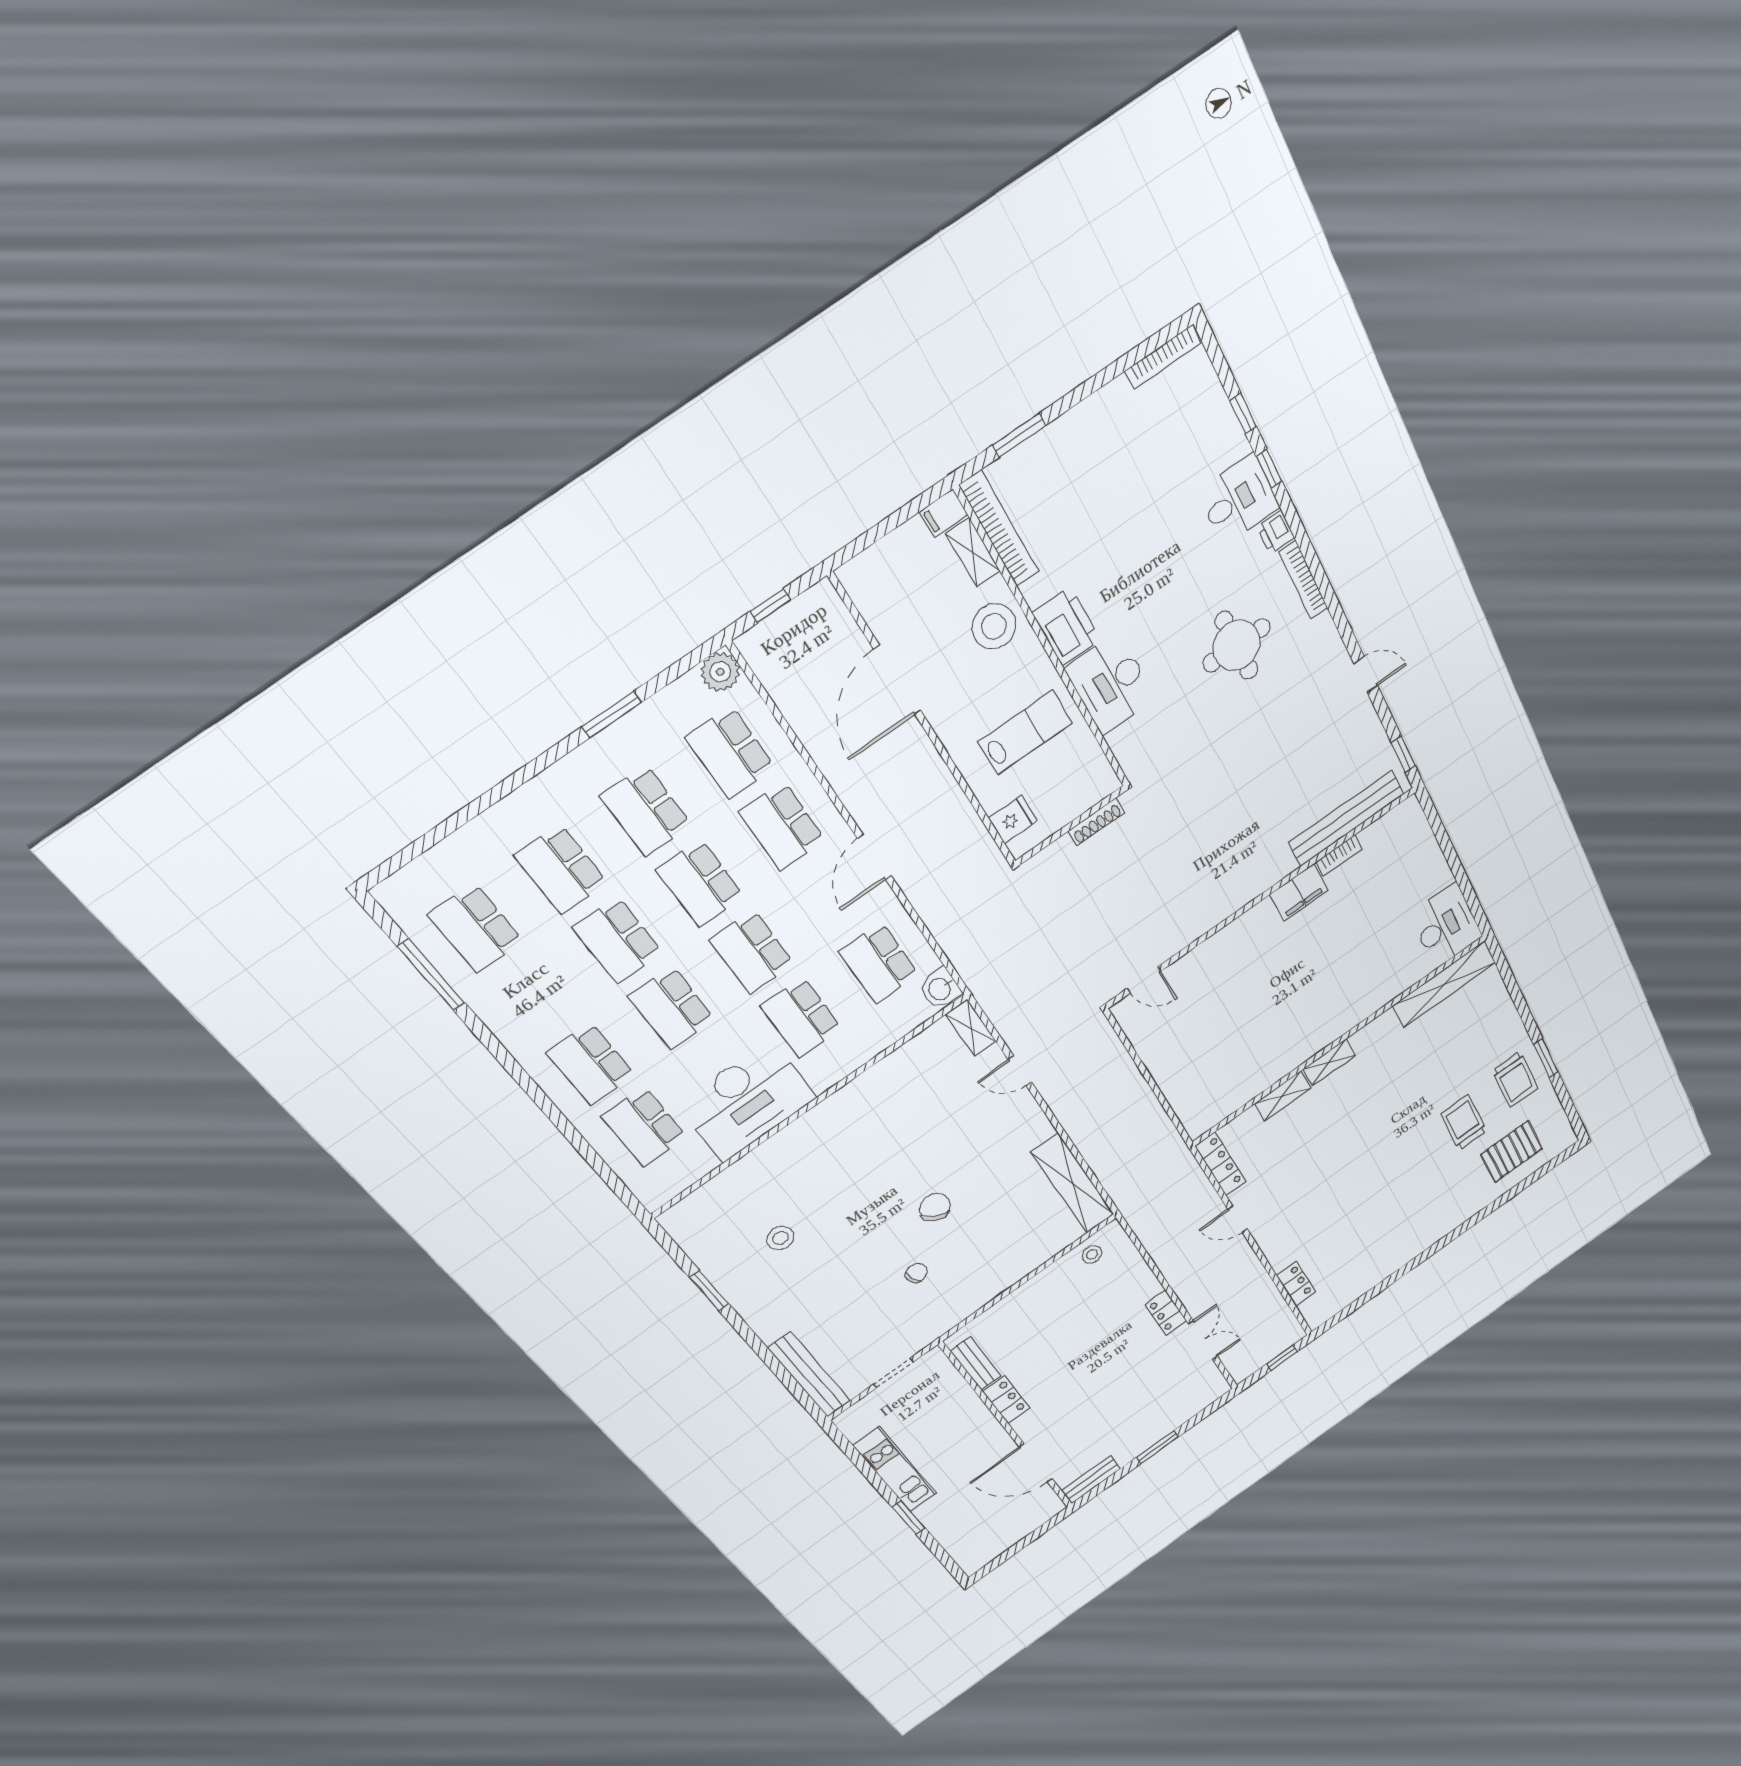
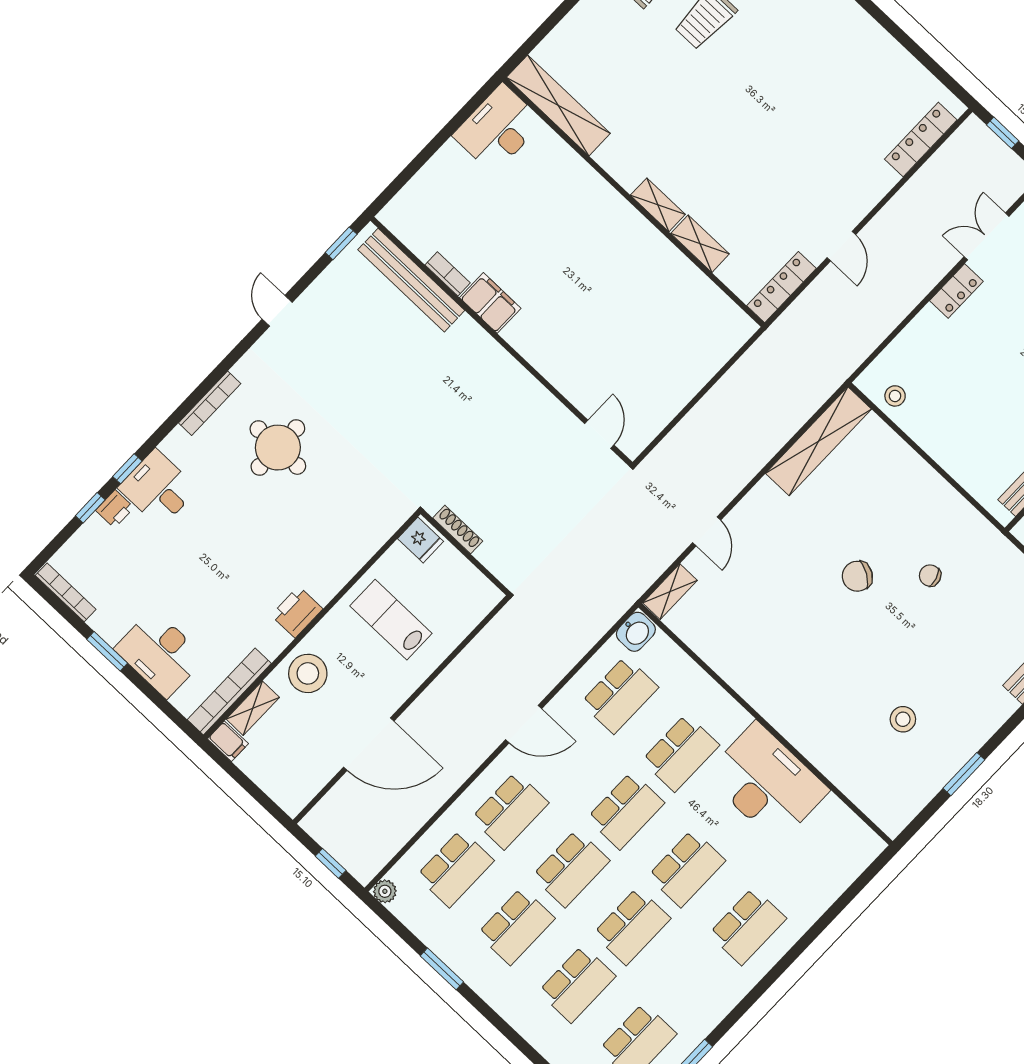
window: (1019, 435) -> (107, 651), moved
printer: (1276, 532) -> (115, 509), moved
printer: (1066, 626) -> (297, 612), width x0.73, depth x0.84
plant: (720, 672) -> (385, 891), width x0.73, depth x0.73
desk: (1111, 684) -> (160, 653), moved, turned 90
fridge: (1013, 820) -> (421, 540), moved, turned 180
school desk: (644, 1127) -> (802, 868), removed
locker: (1296, 1284) -> (921, 139), width x1.53

